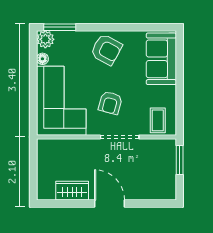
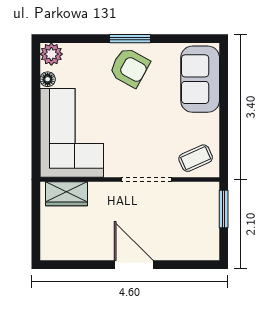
window: (60, 27) -> (130, 39), moved
armchair: (110, 103) -> (135, 136), removed
coffee table: (158, 120) -> (196, 158), turned 66
wardrobe: (72, 191) -> (66, 194), moved, turned 180

